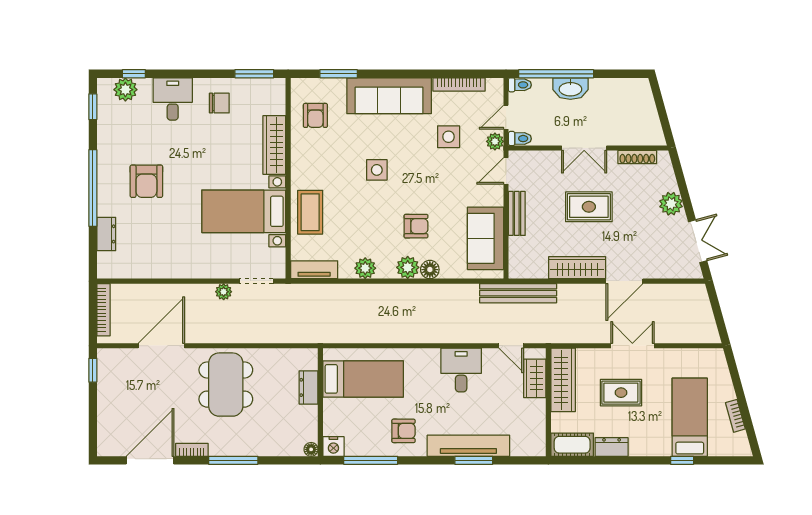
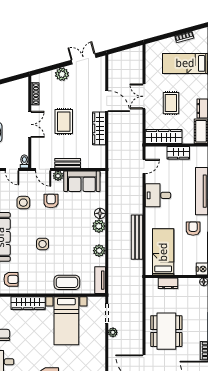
plant: (495, 141) -> (58, 176), moved
armchair: (416, 226) -> (51, 201), moved
bench: (518, 293) -> (137, 237), moved
wardrobe: (535, 378) -> (178, 153), moved
dining table: (226, 385) -> (166, 331), turned 90

